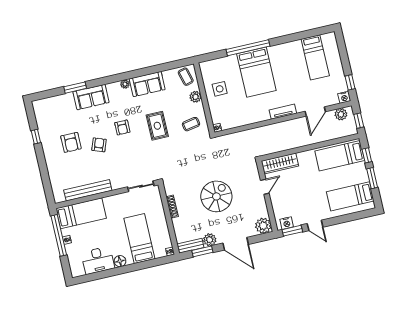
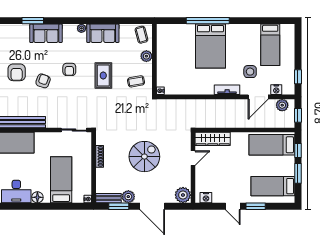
side table: (220, 89) -> (250, 72), moved
nightstand: (344, 97) -> (276, 90), moved
window: (292, 231) -> (256, 206), moved

